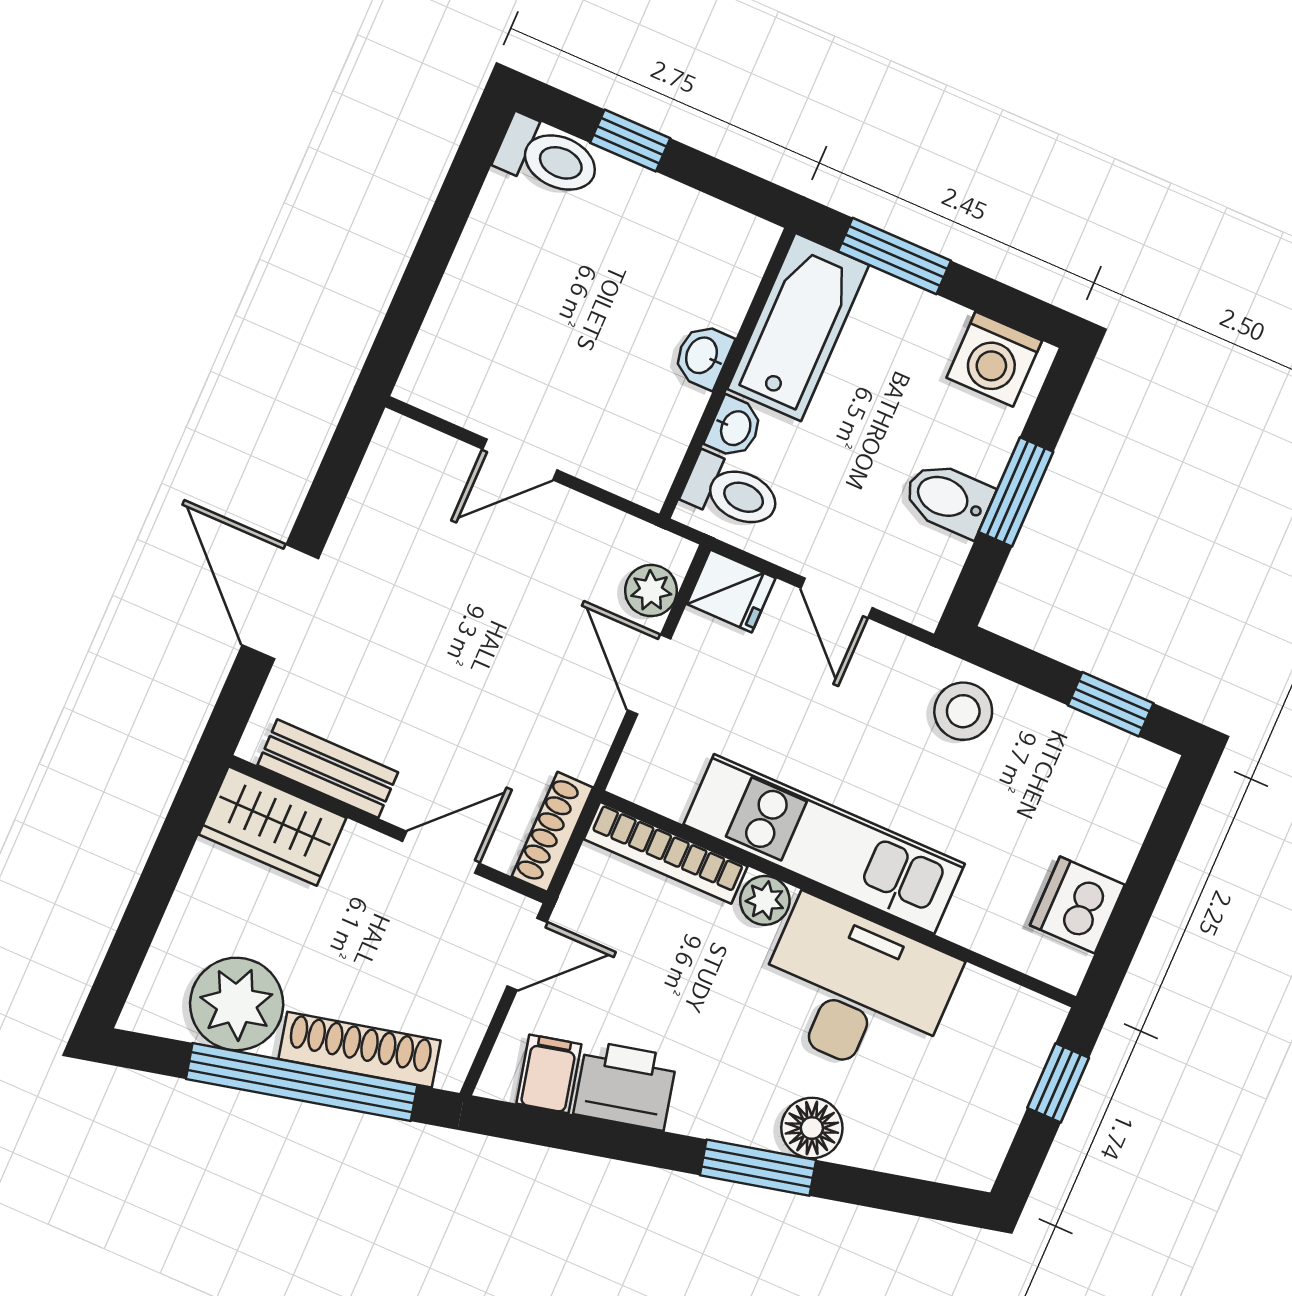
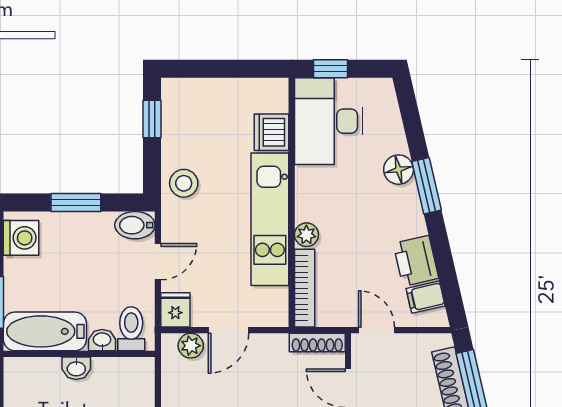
bidet: (948, 499) -> (135, 225), moved, turned 90
dishwasher: (1077, 905) -> (271, 132), moved, turned 90
desk: (855, 990) -> (329, 121), moved

